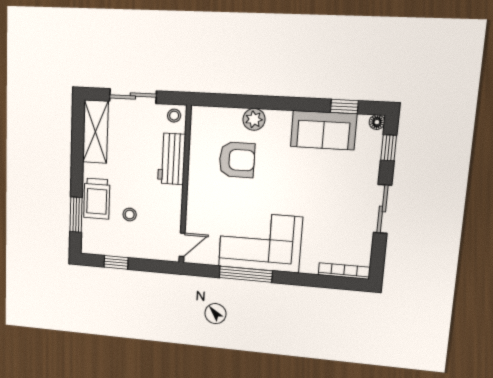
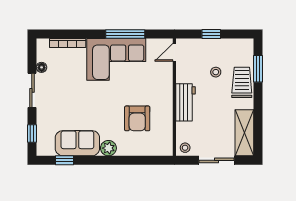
plant: (254, 119) -> (108, 148), moved
floor lamp: (377, 122) -> (42, 67), moved
workbench: (172, 159) -> (185, 102), moved
armchair: (237, 160) -> (137, 118), turned -90
window: (116, 262) -> (211, 34), moved
bookcase: (344, 271) -> (68, 43), moved

